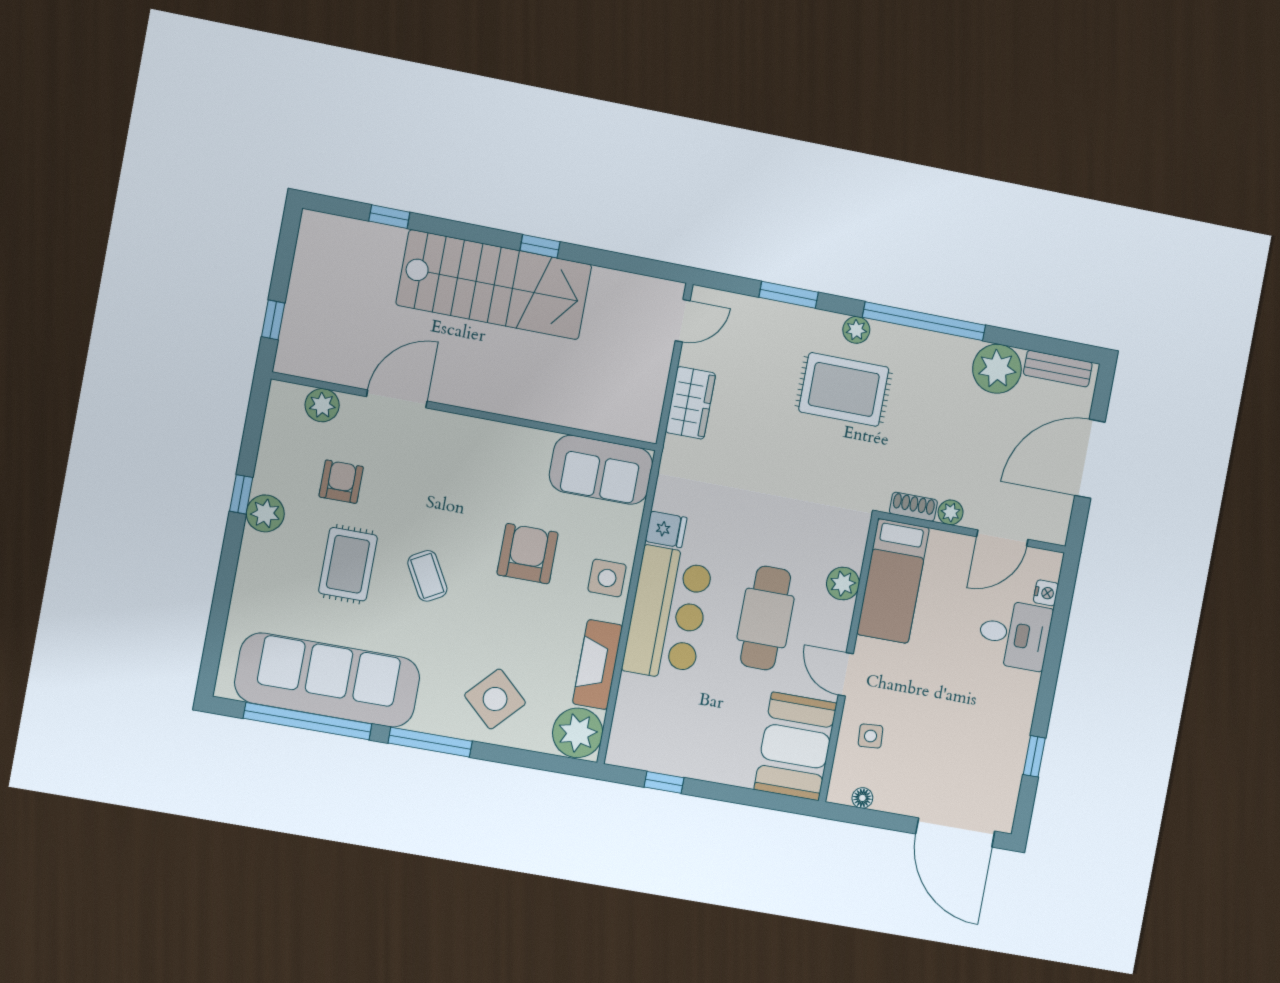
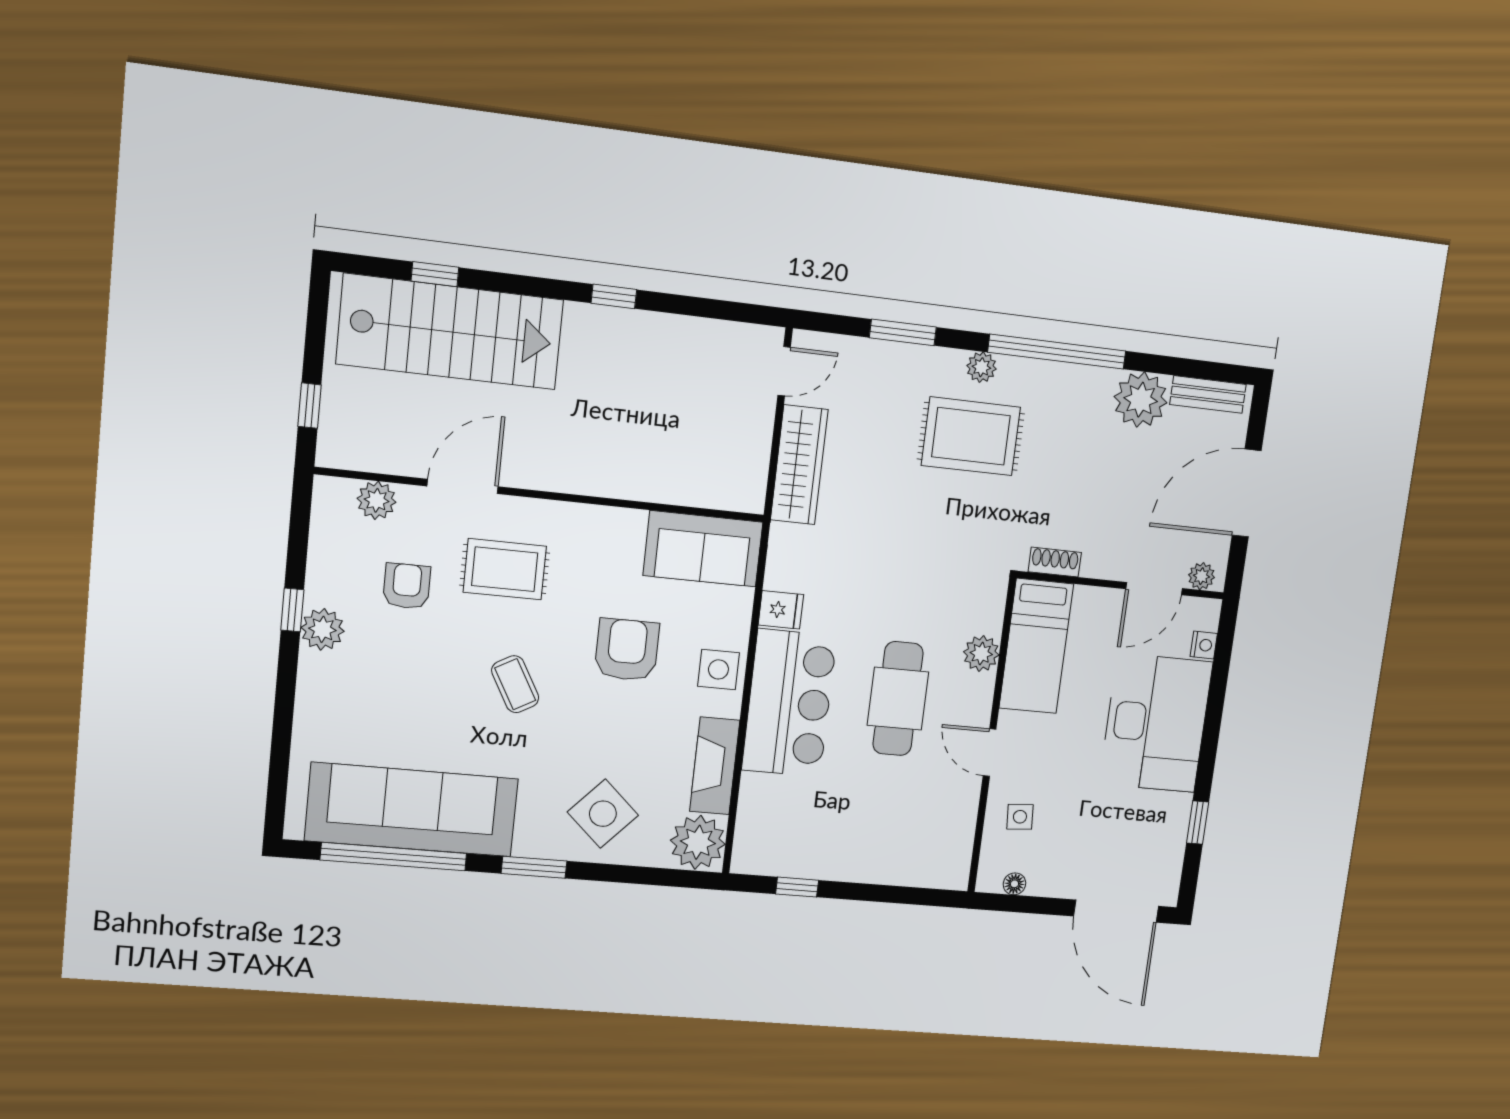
stairs: (494, 285) -> (450, 332), moved
wardrobe: (691, 403) -> (799, 465), width x1.50
plant: (951, 512) -> (1202, 576), moved
rug: (348, 564) -> (505, 569), moved, turned 90
desk: (1014, 635) -> (1156, 723), width x1.87, depth x1.30
window: (430, 742) -> (534, 867), width x0.69
booth: (795, 746) -> (939, 835), removed

